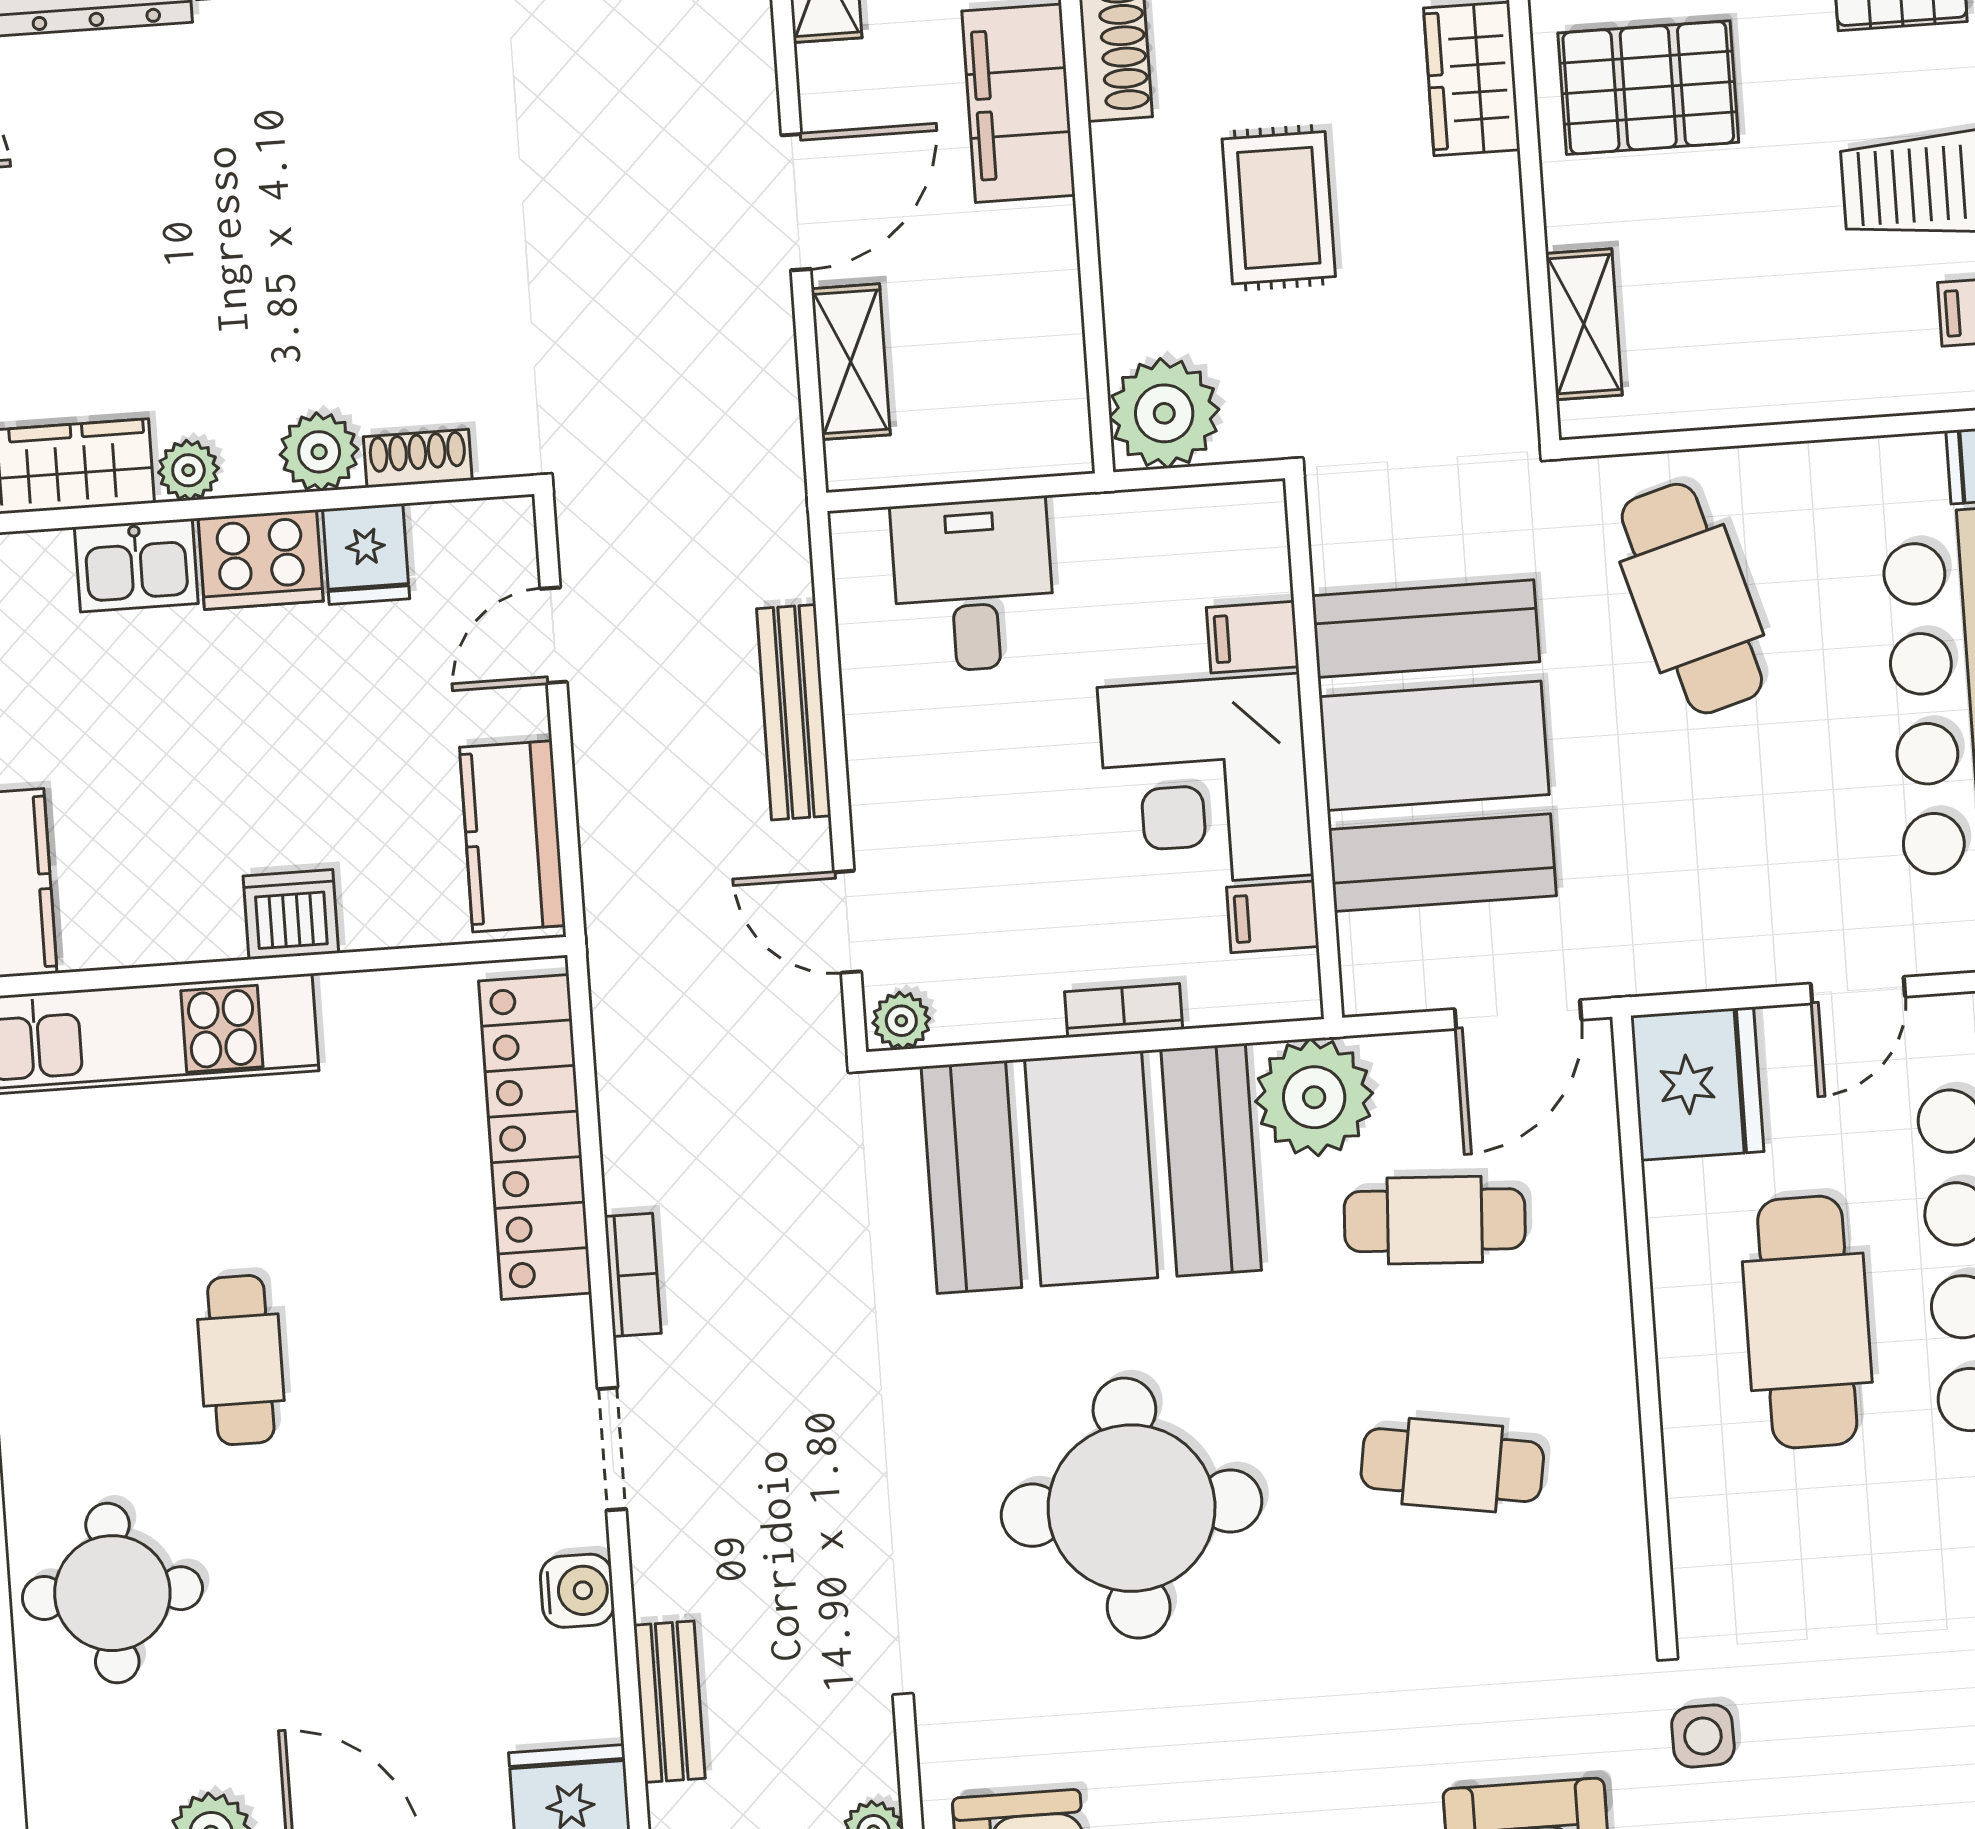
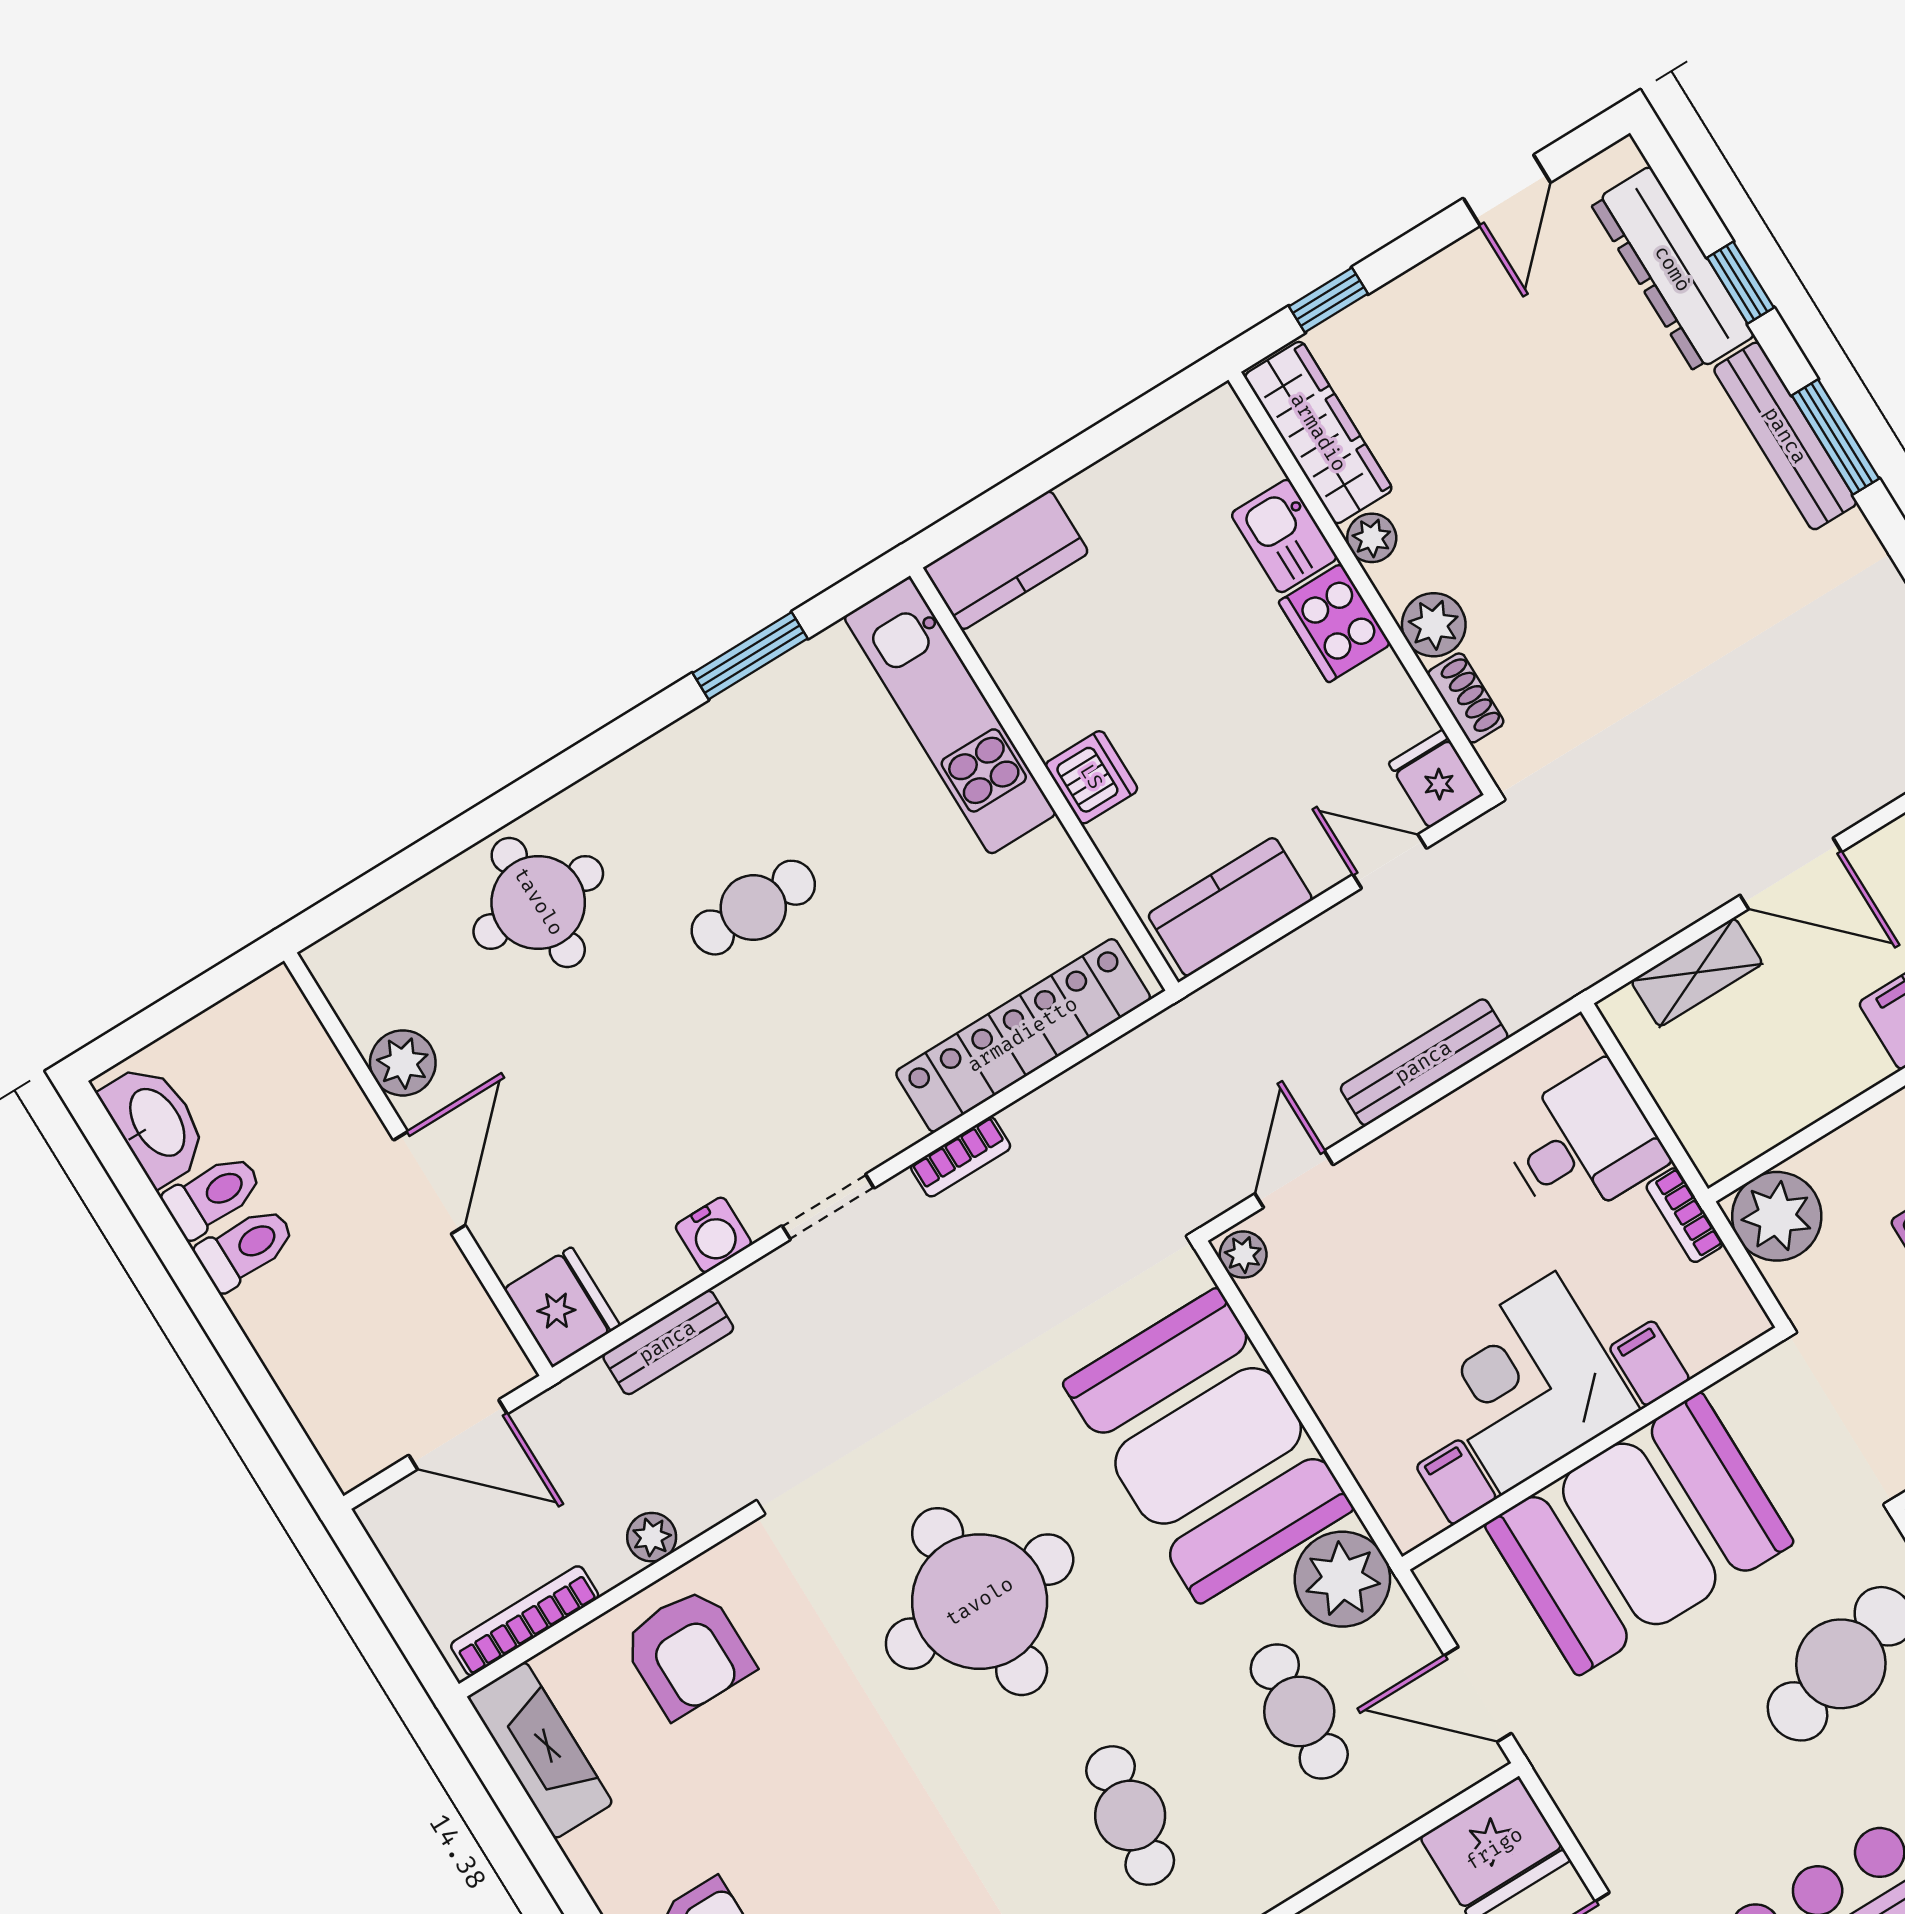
fridge: (366, 554) -> (1436, 779), moved, turned 90
bookcase: (1124, 1011) -> (1685, 1215), moved, turned 180

